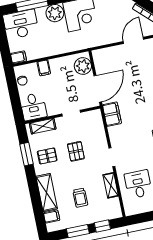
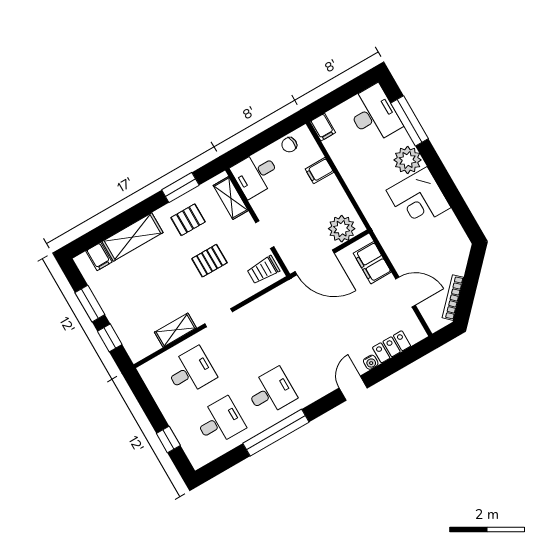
filing cabinet: (112, 114) -> (372, 263), moved, turned 90
pallet: (47, 156) -> (188, 220), turned 90
trolley: (80, 198) -> (263, 270), moved

